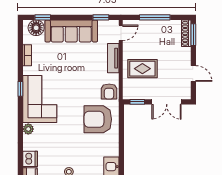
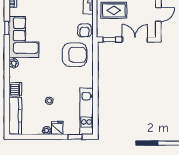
door: (193, 74) -> (158, 15), hinge flipped
double door: (167, 102) -> (135, 39), swing flipped
armchair: (98, 119) -> (75, 55), turned 180

